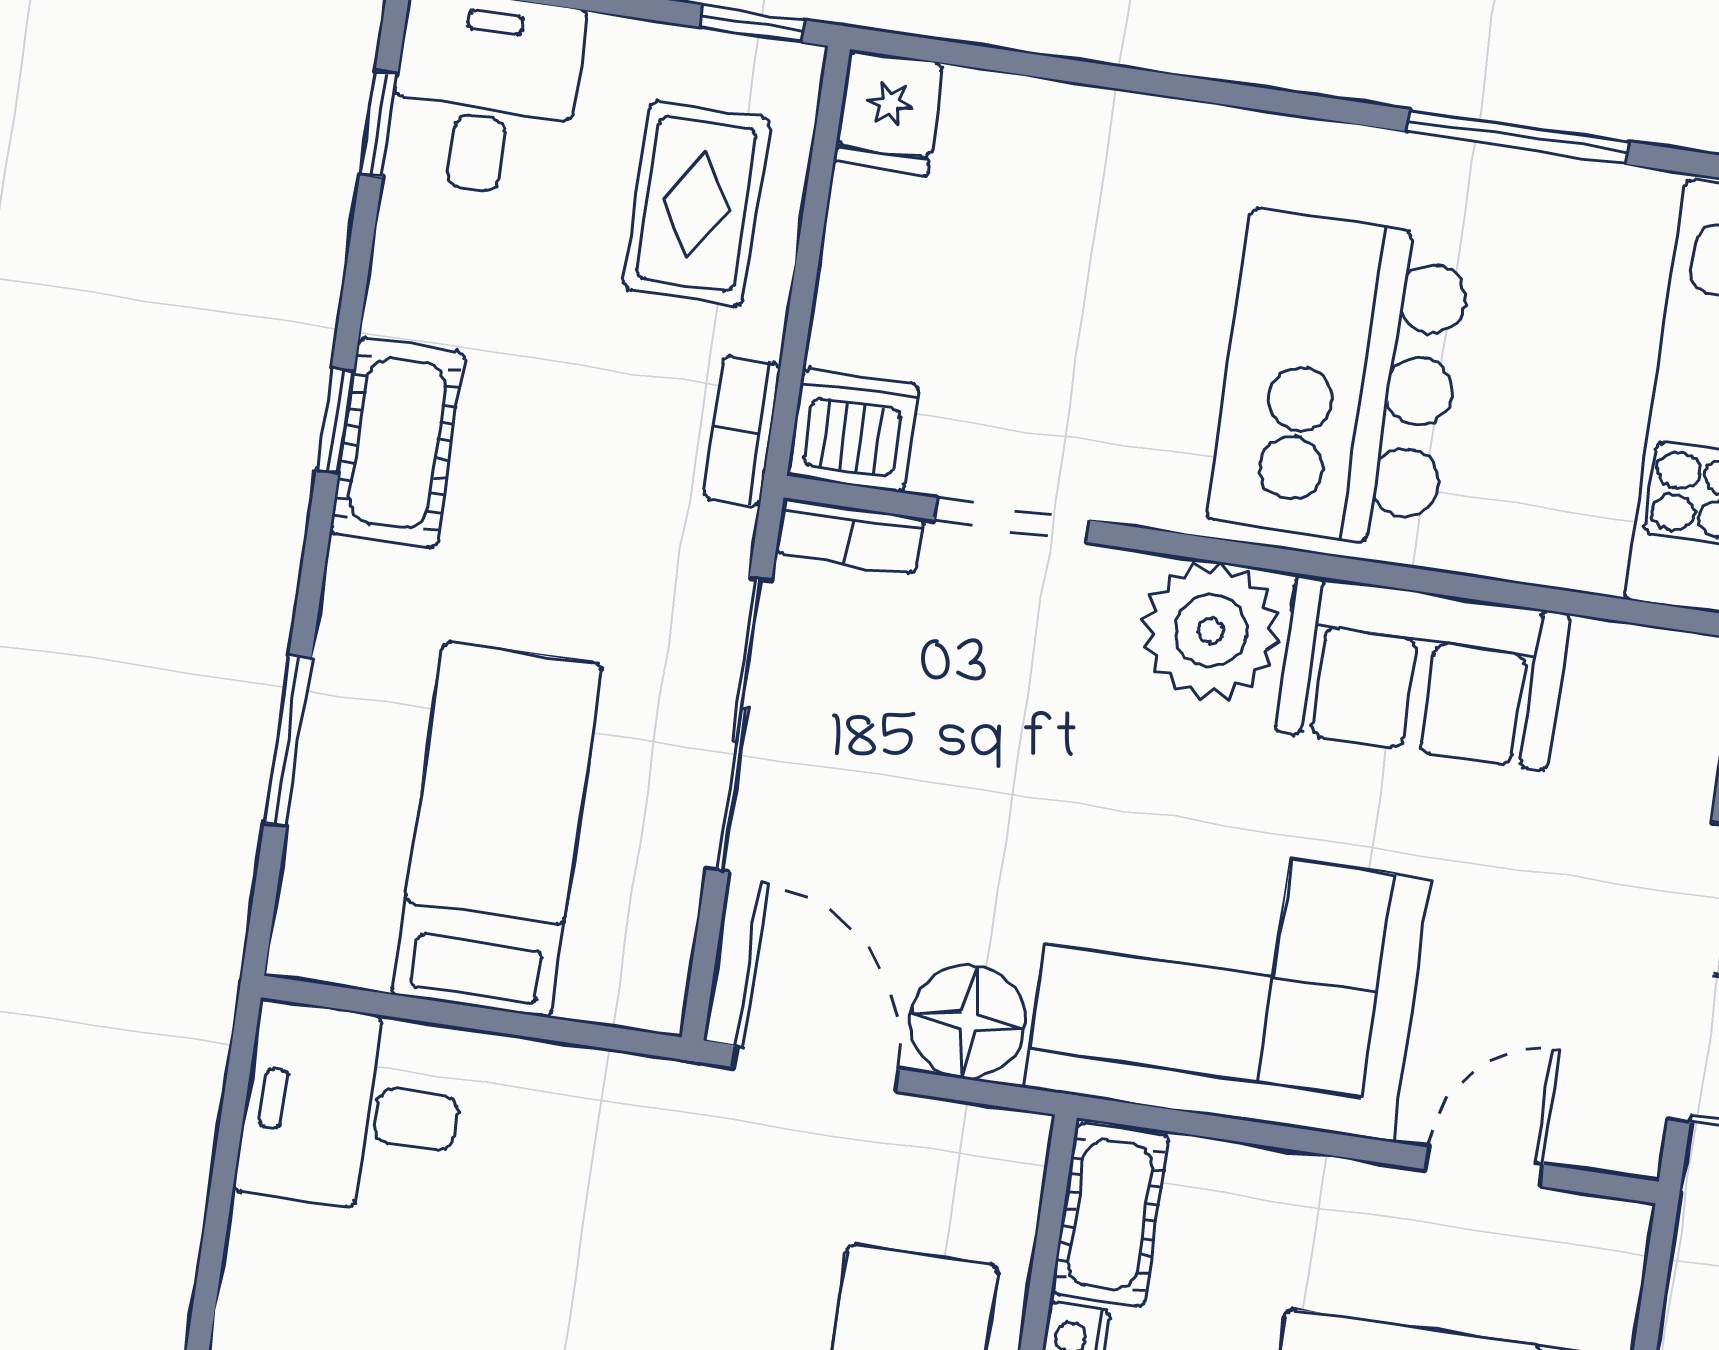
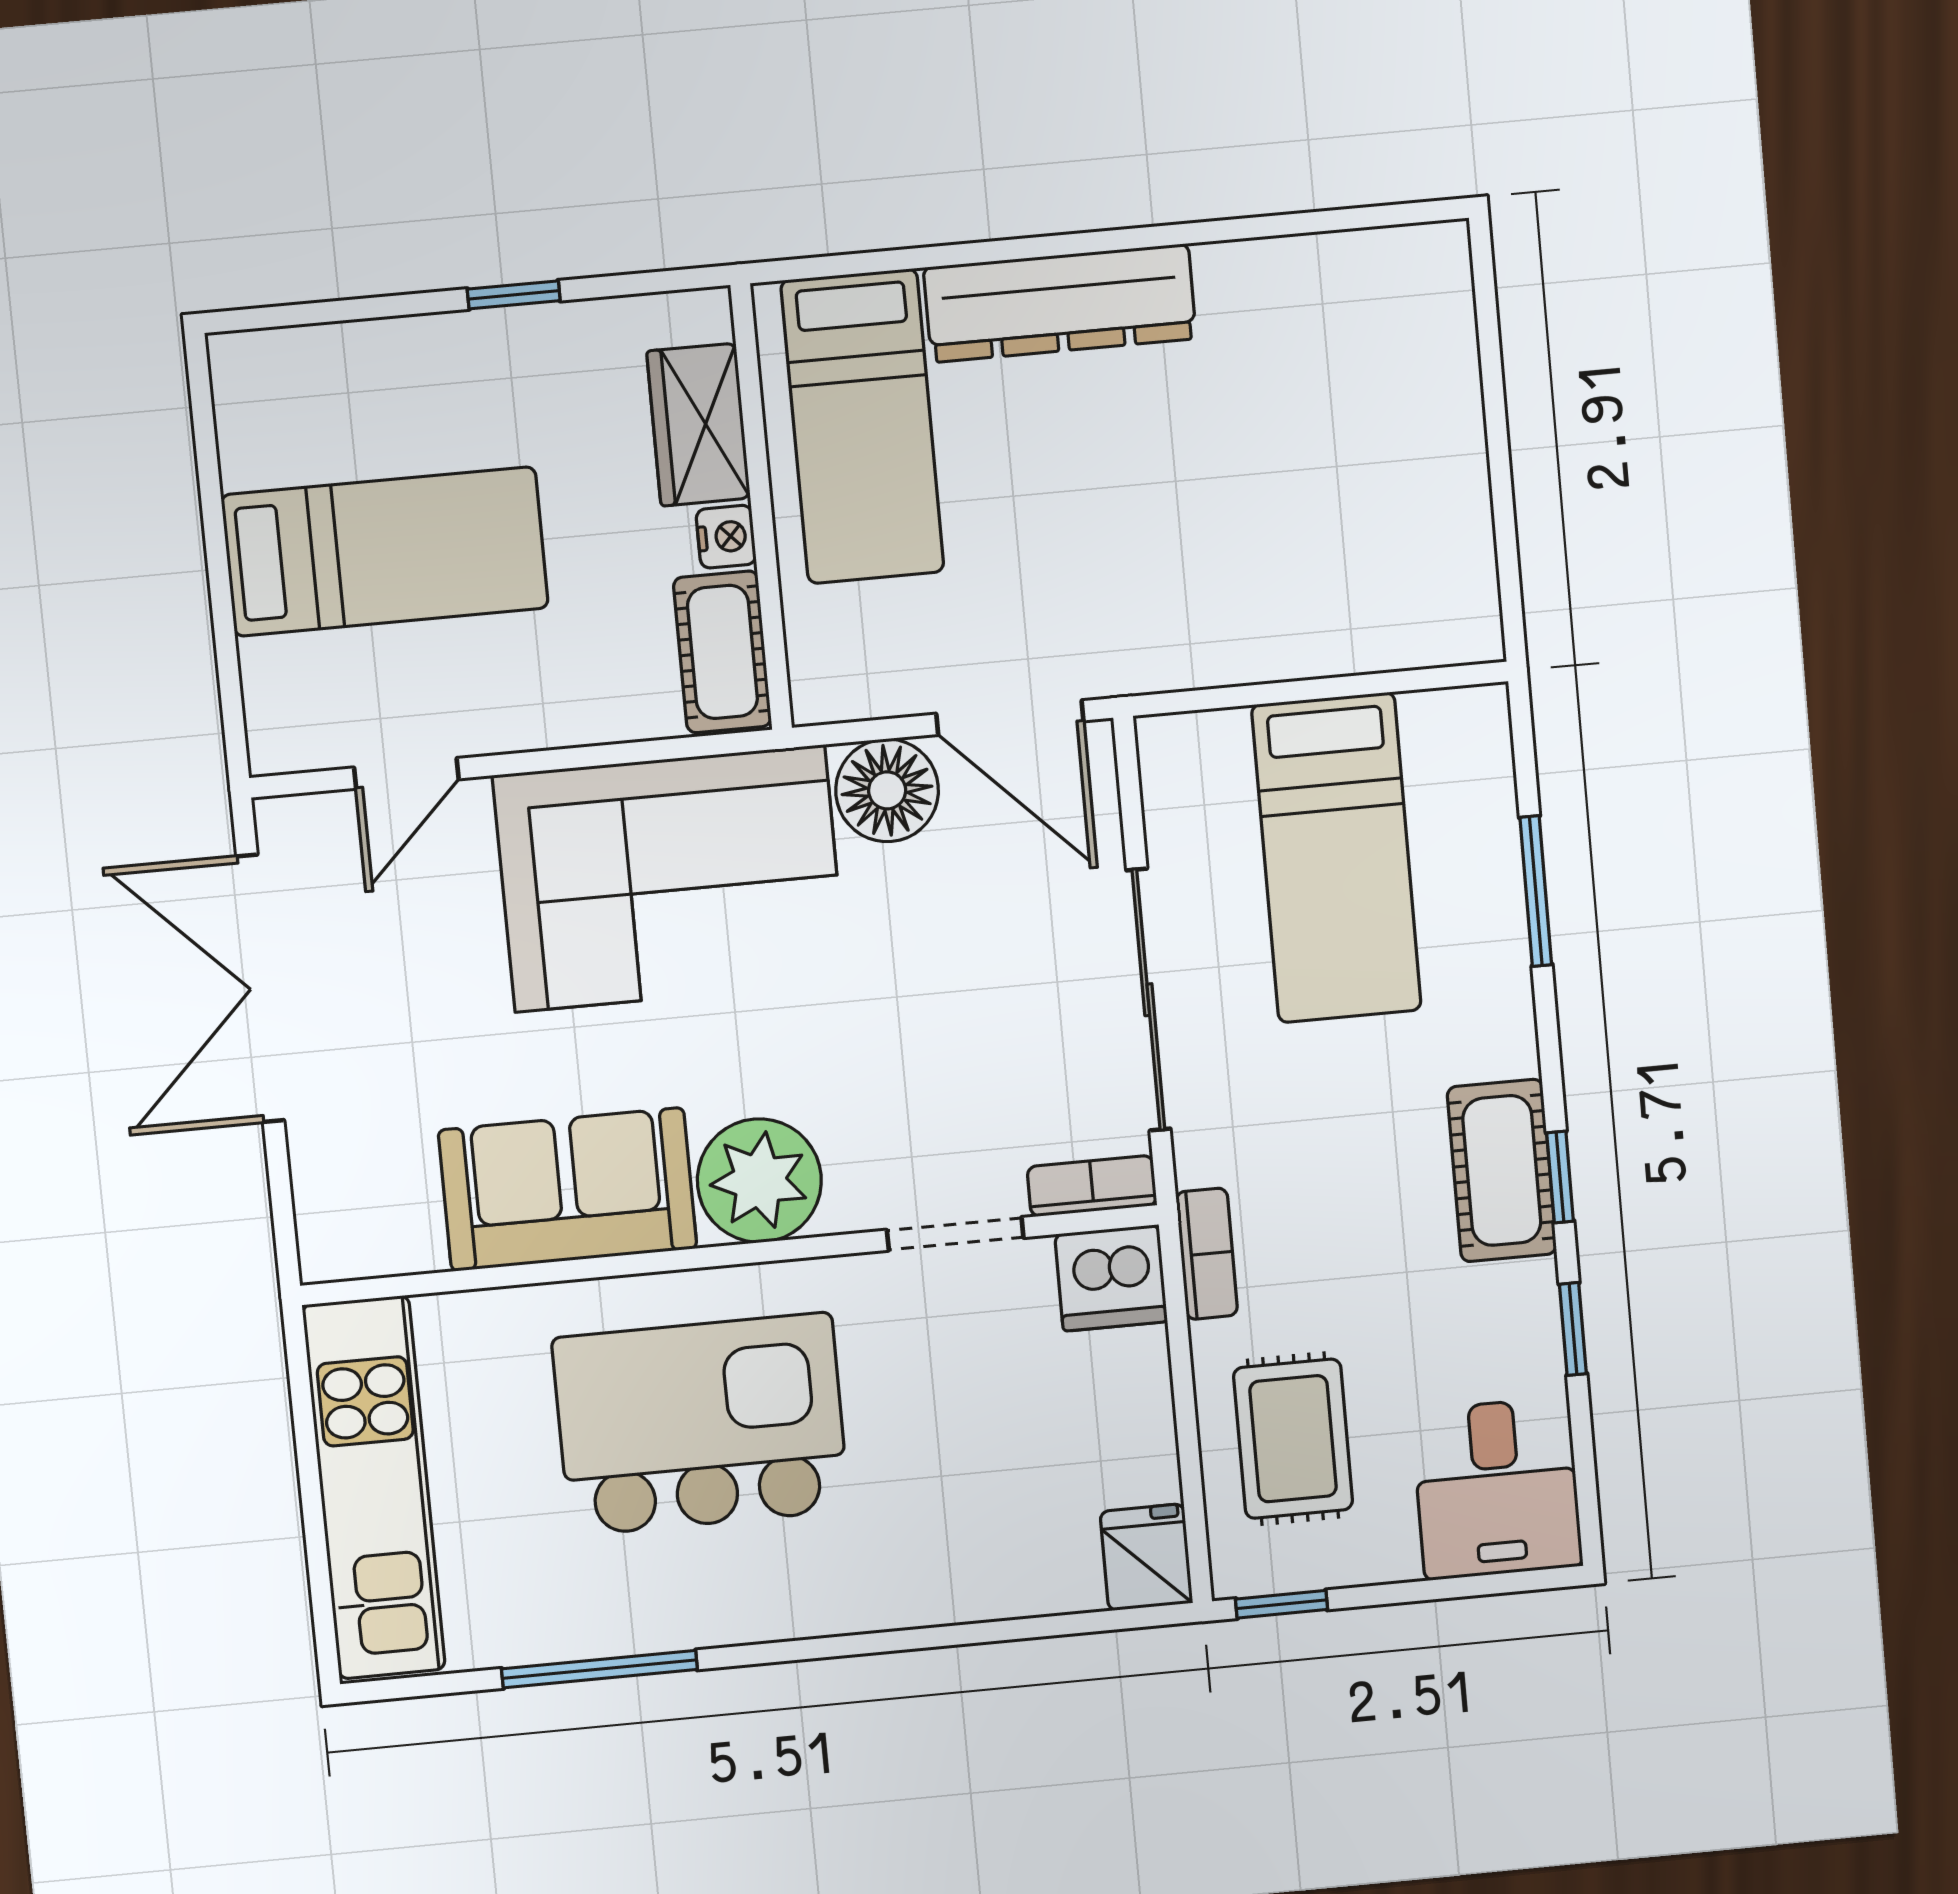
window: (379, 124) -> (1573, 1329), moved
kitchen island: (1340, 379) -> (701, 1424), turned -90
desk: (351, 1110) -> (1405, 583), removed

